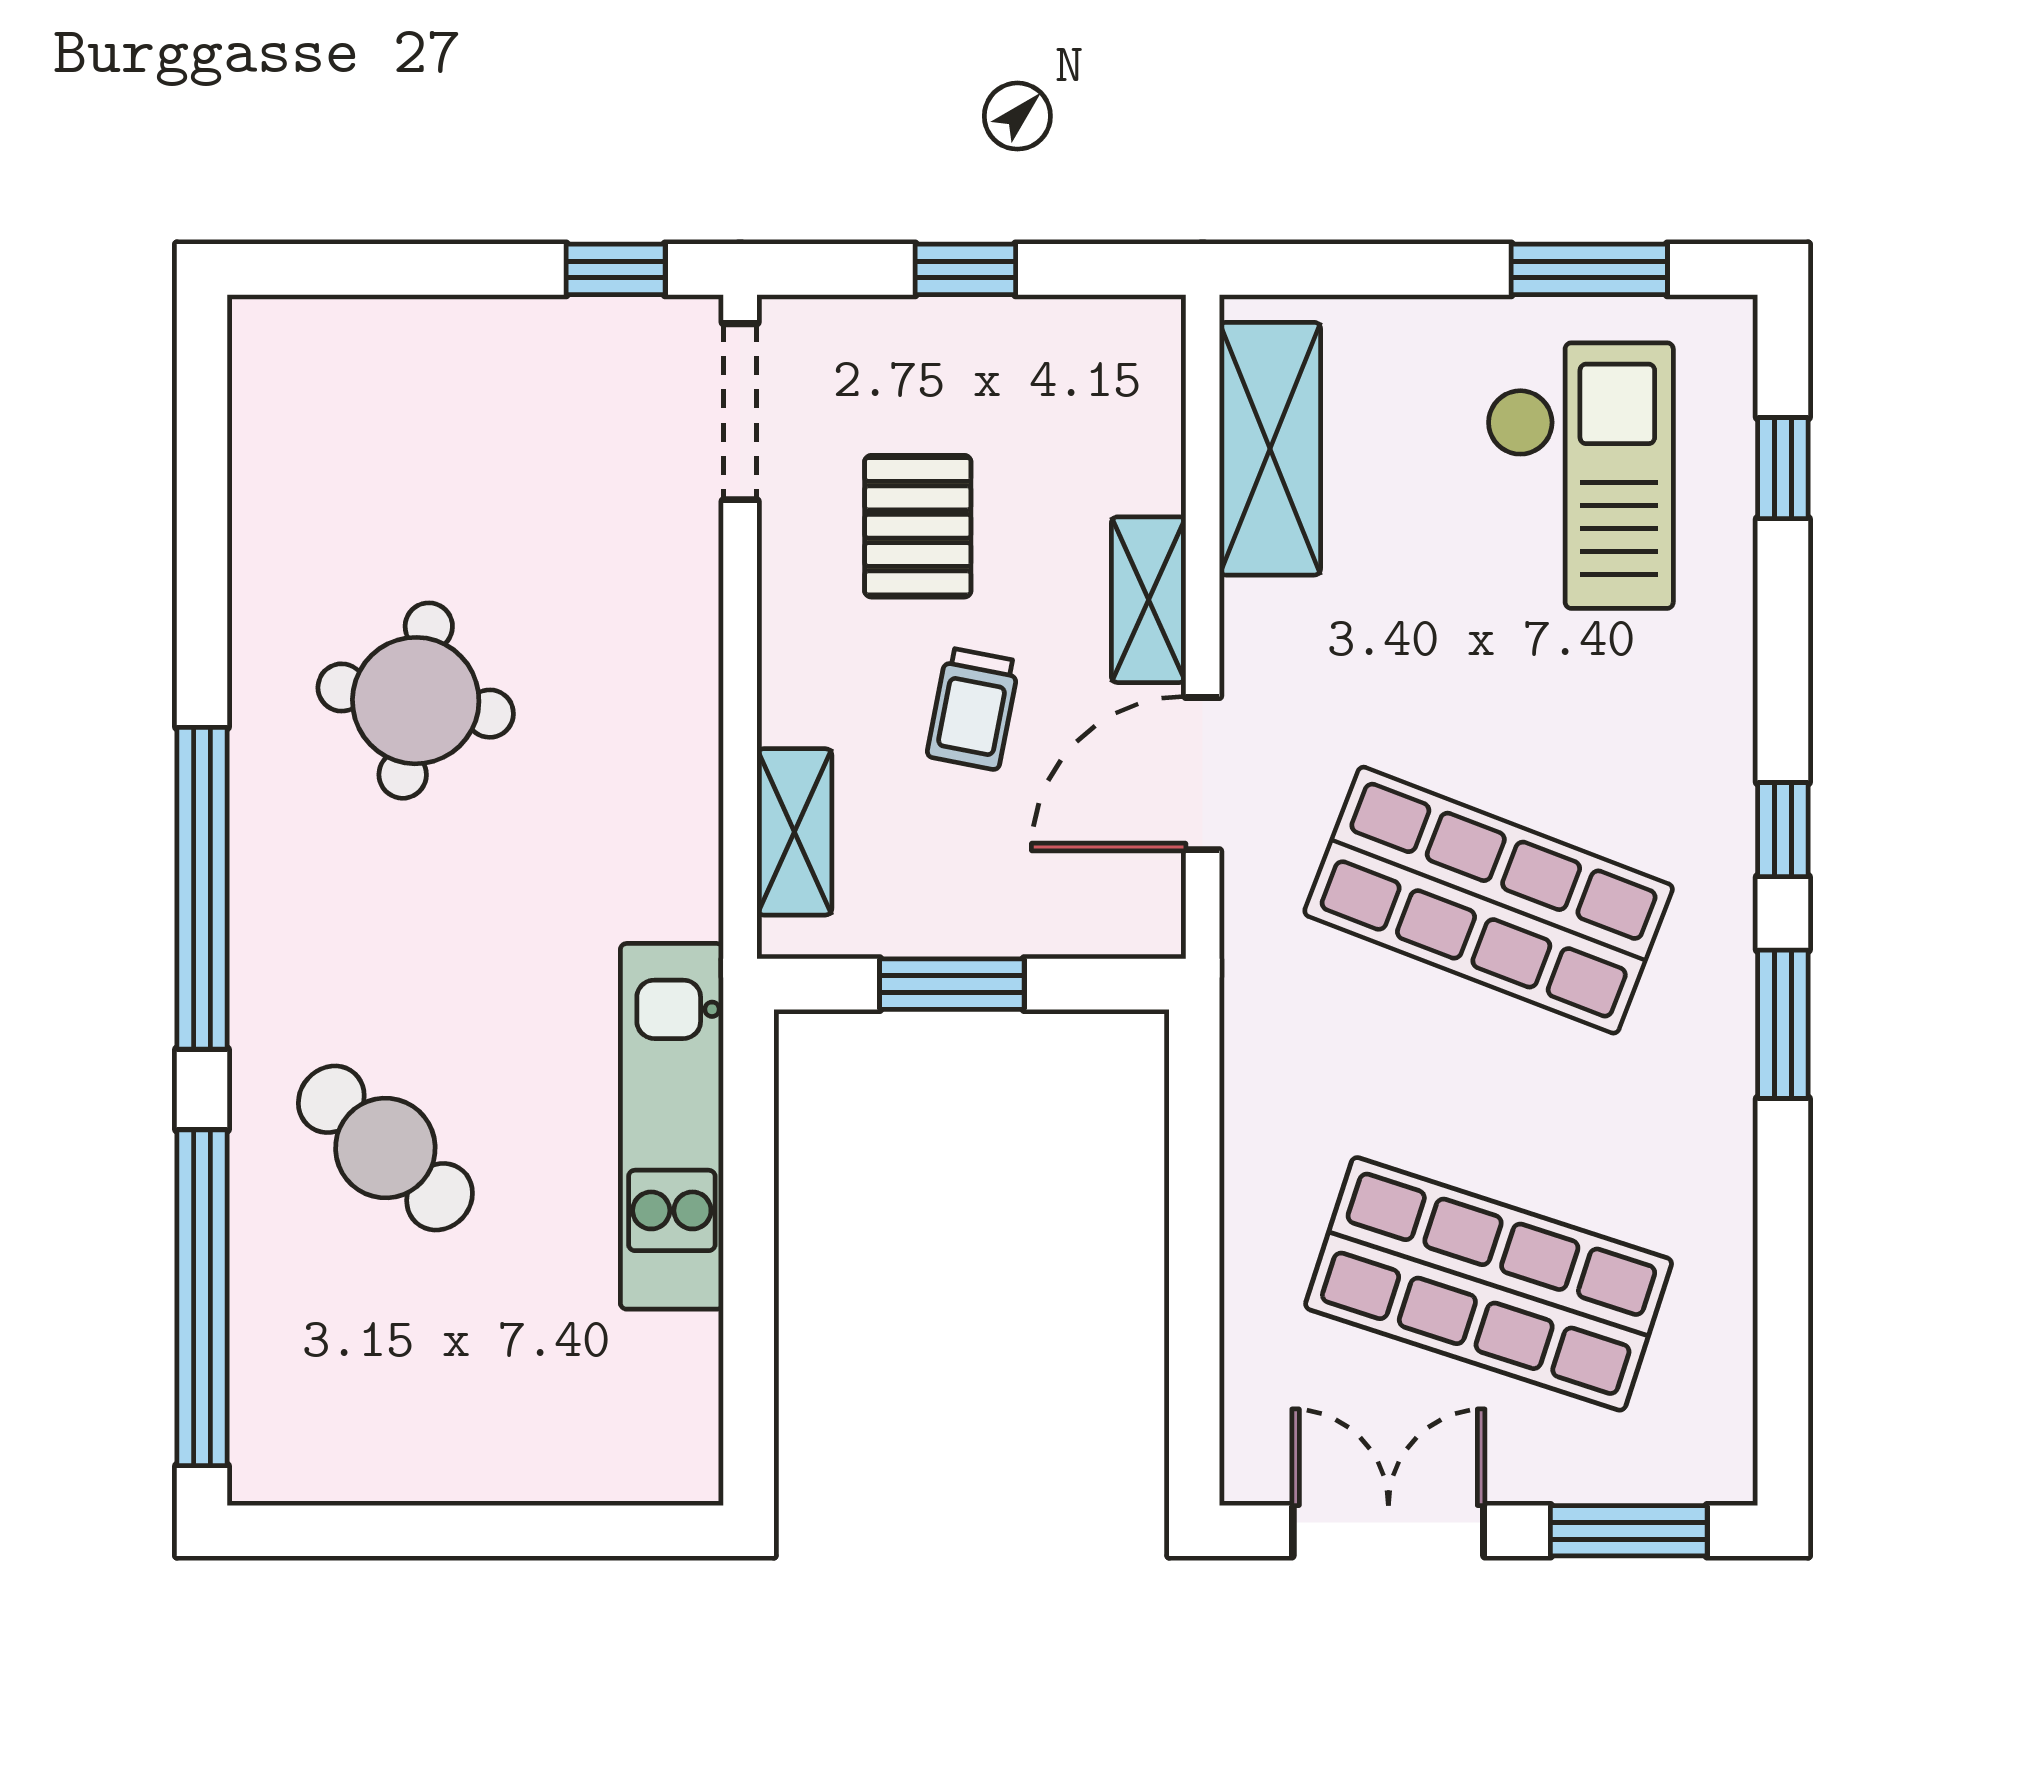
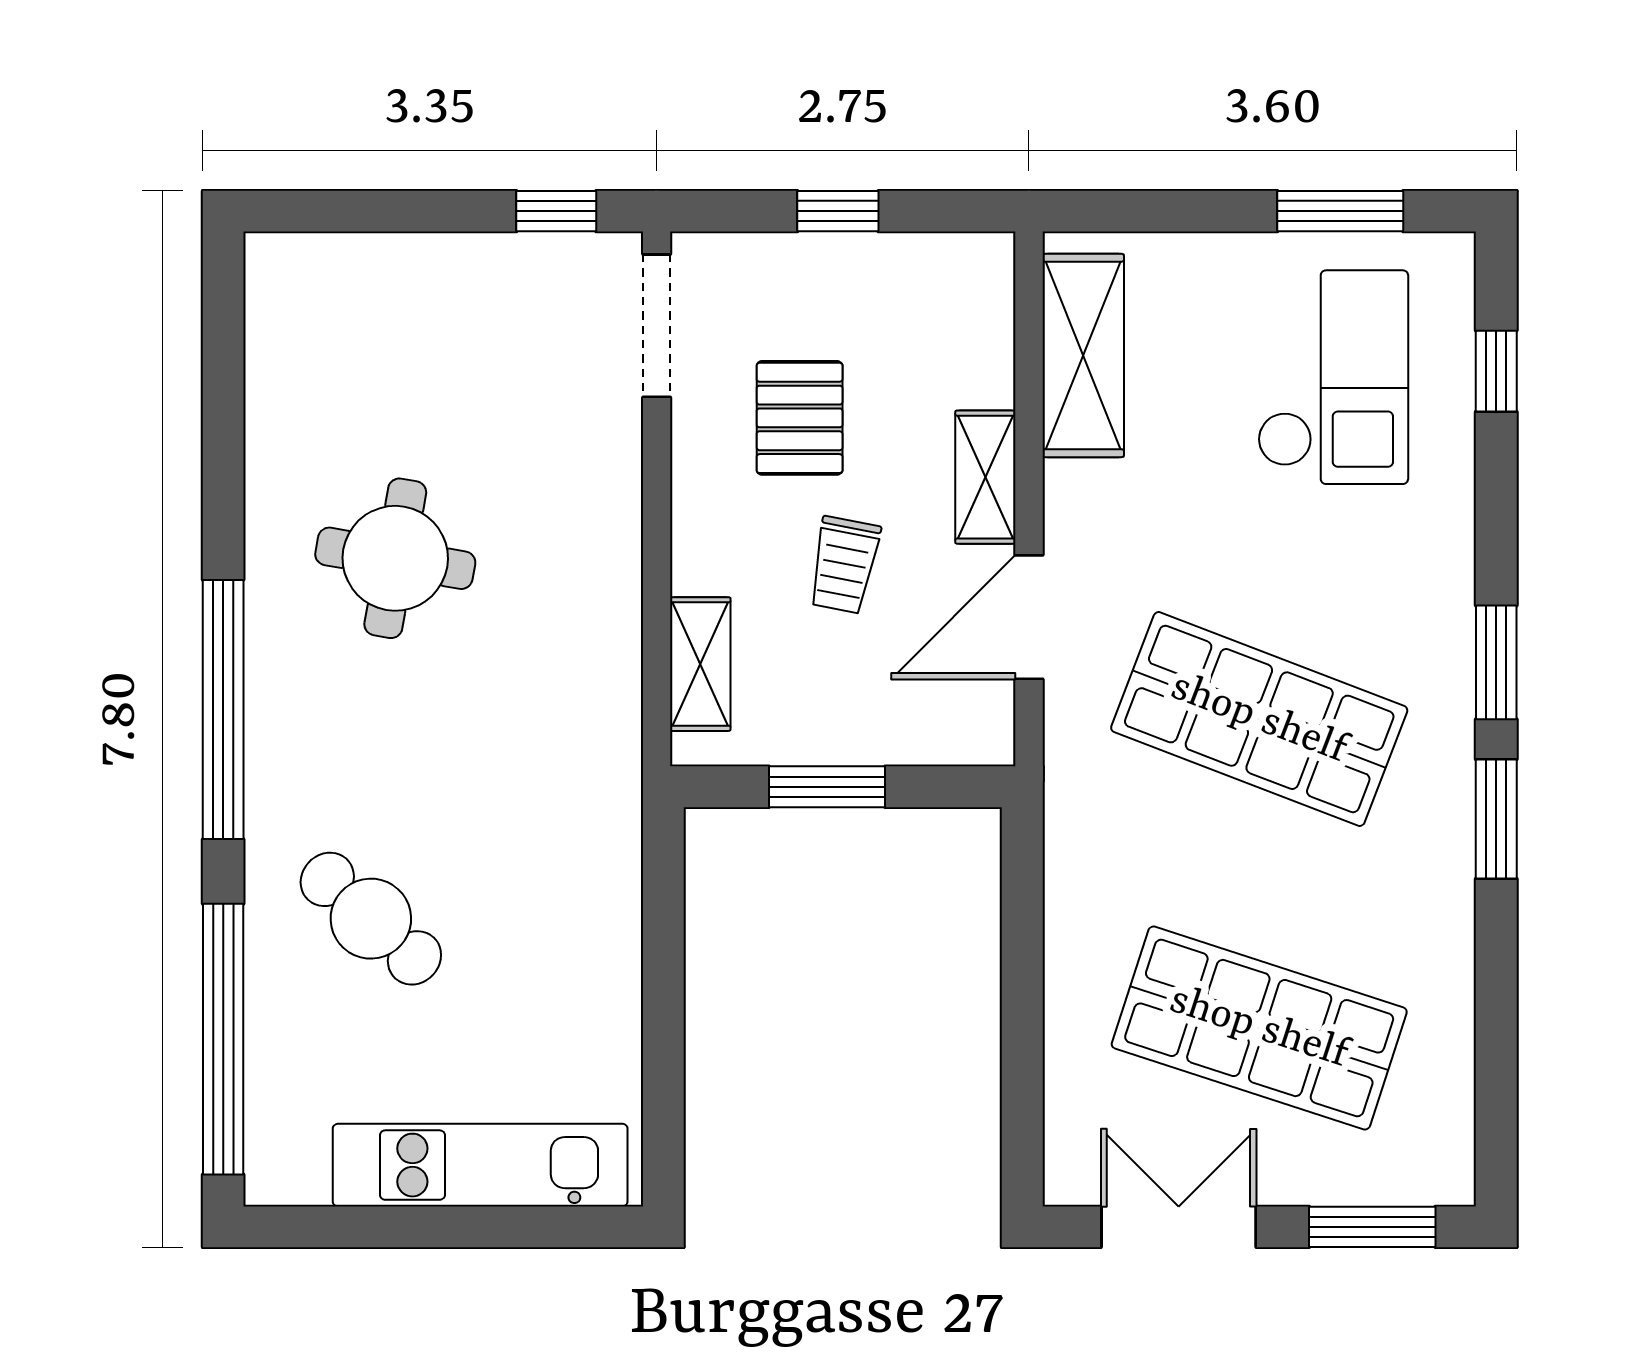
window: (1783, 830) -> (1496, 662), width x1.50
kitchen unit: (672, 1126) -> (480, 1165), moved, turned 90

